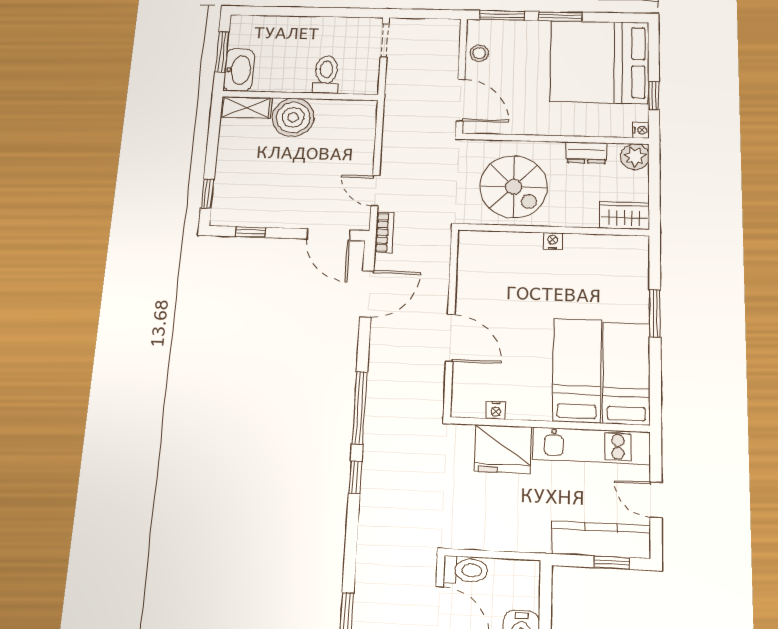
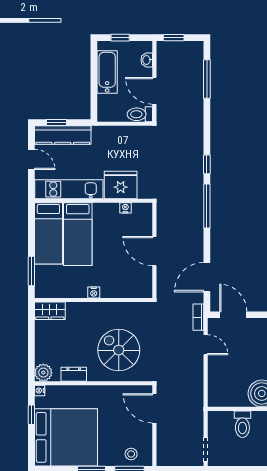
stool: (479, 53) -> (131, 454), moved
wardrobe: (624, 215) -> (50, 311), moved
wall: (553, 230) -> (94, 300), moved
nightstand: (553, 241) -> (94, 293), moved

